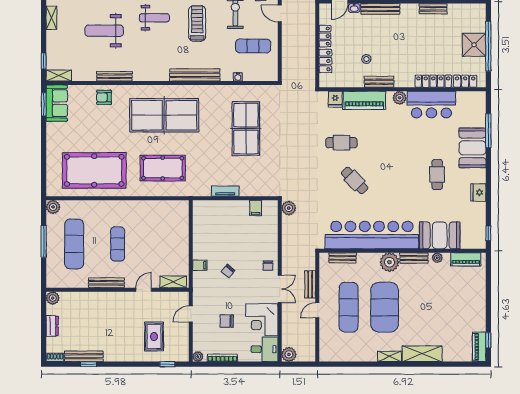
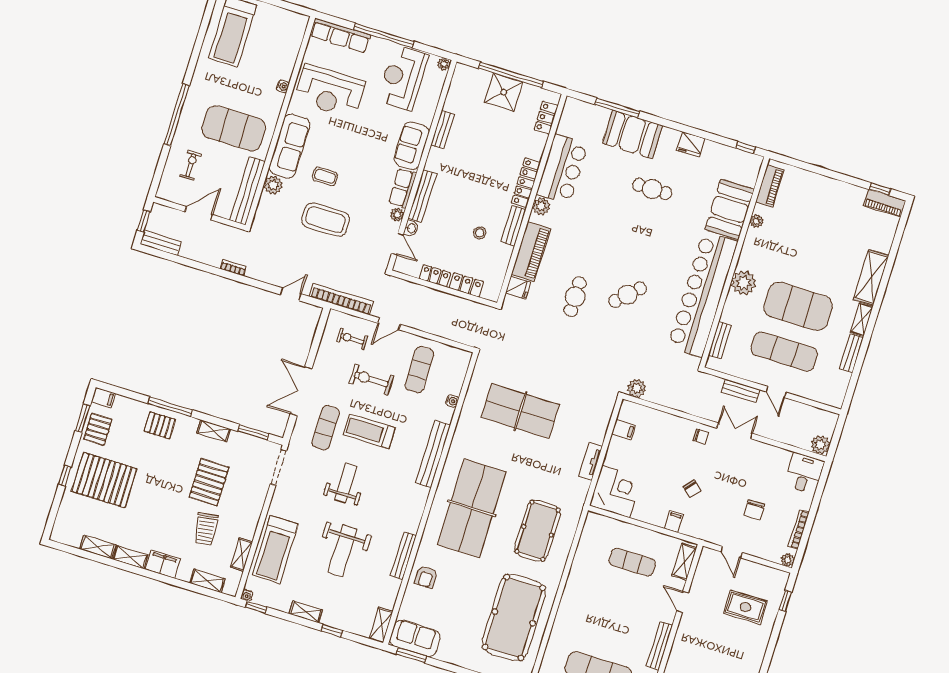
window: (44, 61) -> (332, 631), moved
locker: (433, 81) -> (526, 183), moved
exercise mat: (118, 244) -> (632, 562), moved
bench: (414, 258) -> (851, 353), moved
corner desk: (262, 320) -> (616, 492), moved, turned -90

